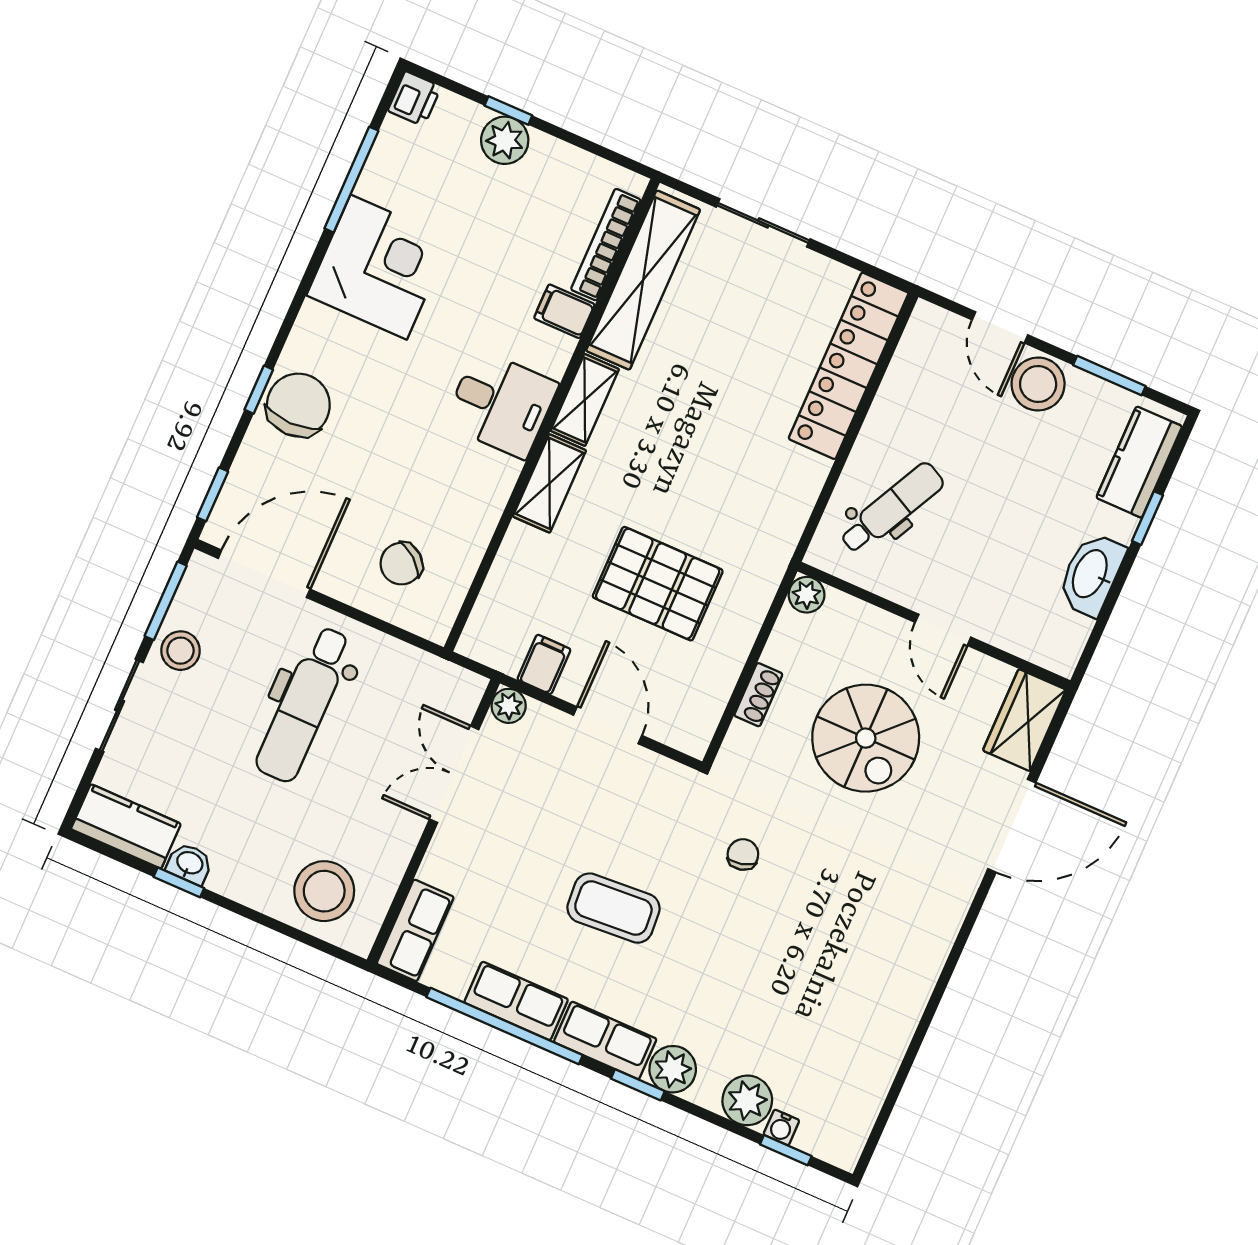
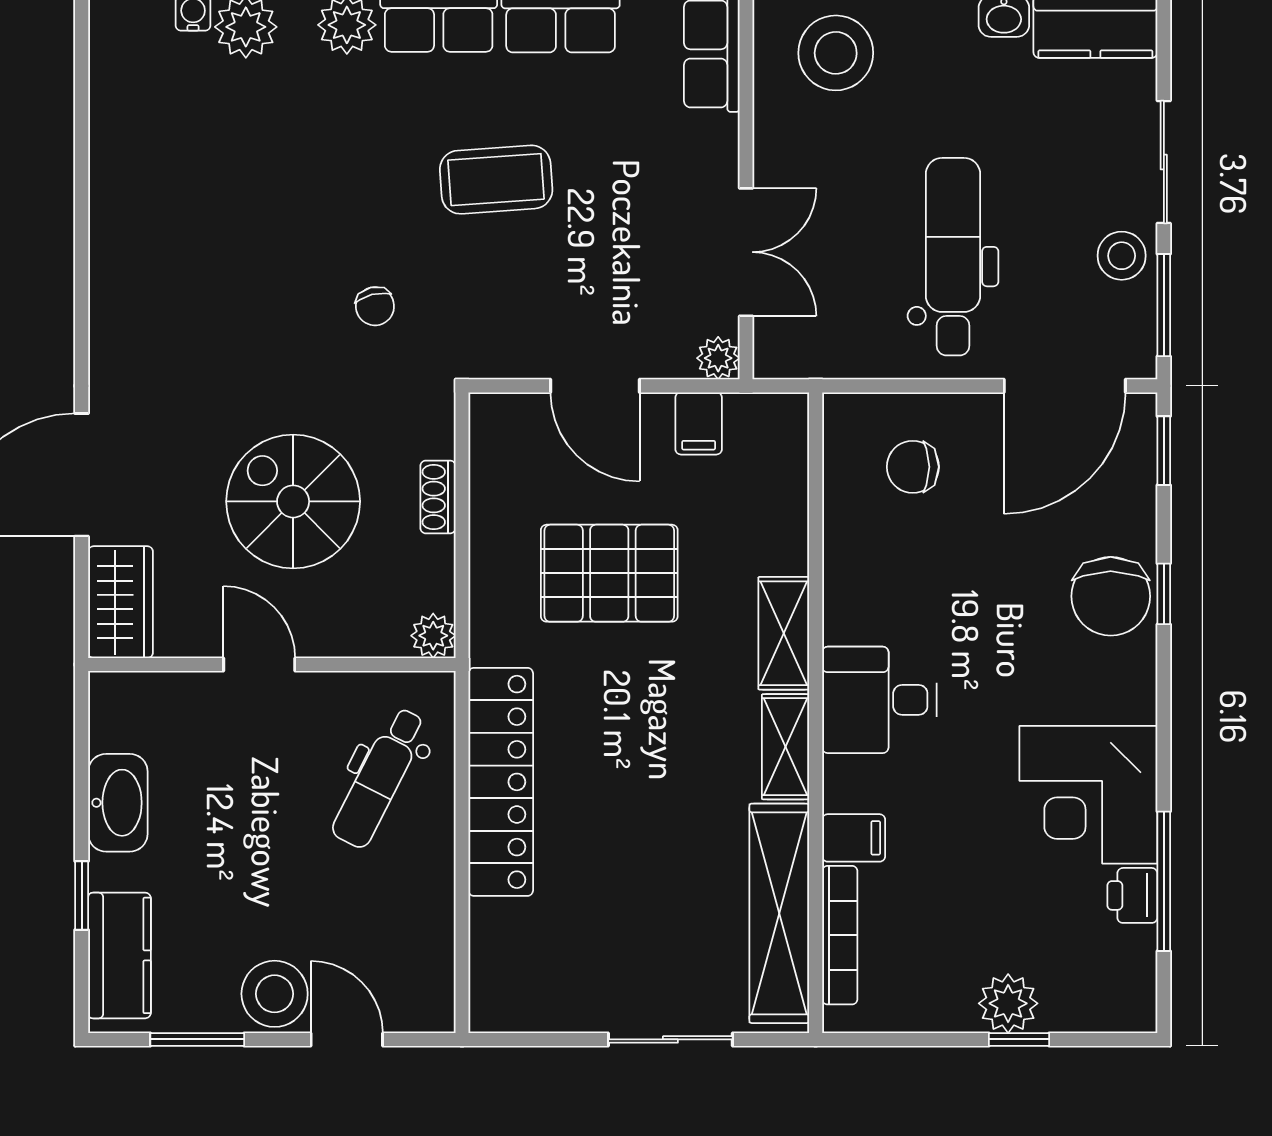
printer: (415, 99) -> (1132, 895), moved
locker: (849, 366) -> (501, 782), moved
chair: (401, 564) -> (913, 467), turned -129

